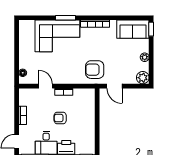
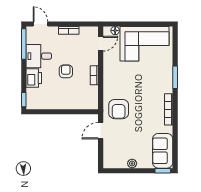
corner sofa: (57, 36) -> (145, 44), moved, turned -90
armchair: (95, 70) -> (119, 109), turned 180
plant: (143, 78) -> (110, 161), removed
door: (46, 86) -> (101, 44), moved

